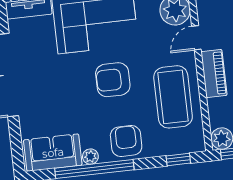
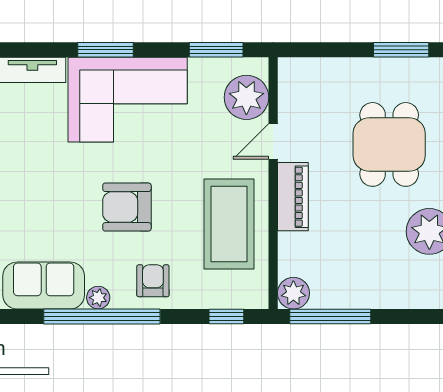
armchair: (113, 80) -> (127, 207), moved
armchair: (126, 141) -> (153, 281), width x0.72, depth x0.72

